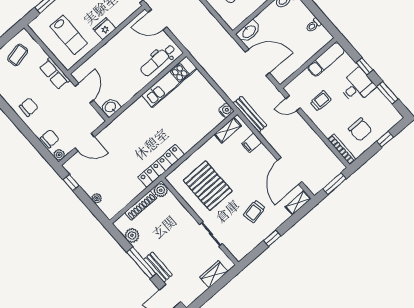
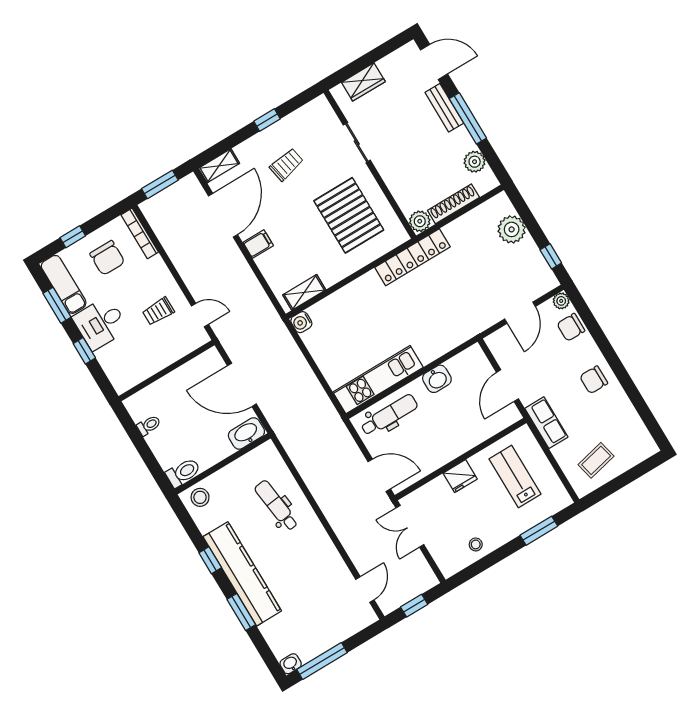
exam couch: (326, 59) -> (64, 284), moved, turned 90
washbasin: (111, 107) -> (437, 379), moved
bench: (250, 114) -> (267, 310), removed
chair: (360, 130) -> (107, 258), turned 180
door: (85, 142) -> (520, 313), swing flipped
filing cabinet: (252, 143) -> (258, 244), moved
plant: (97, 198) -> (512, 229), width x1.88, depth x1.88

